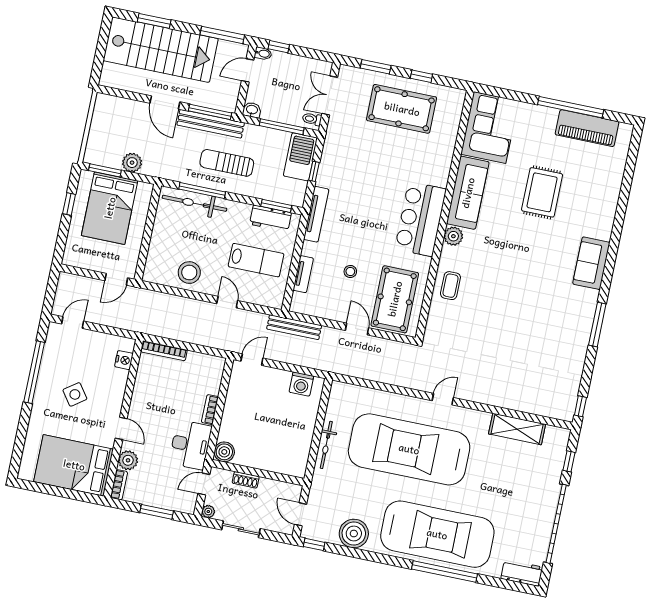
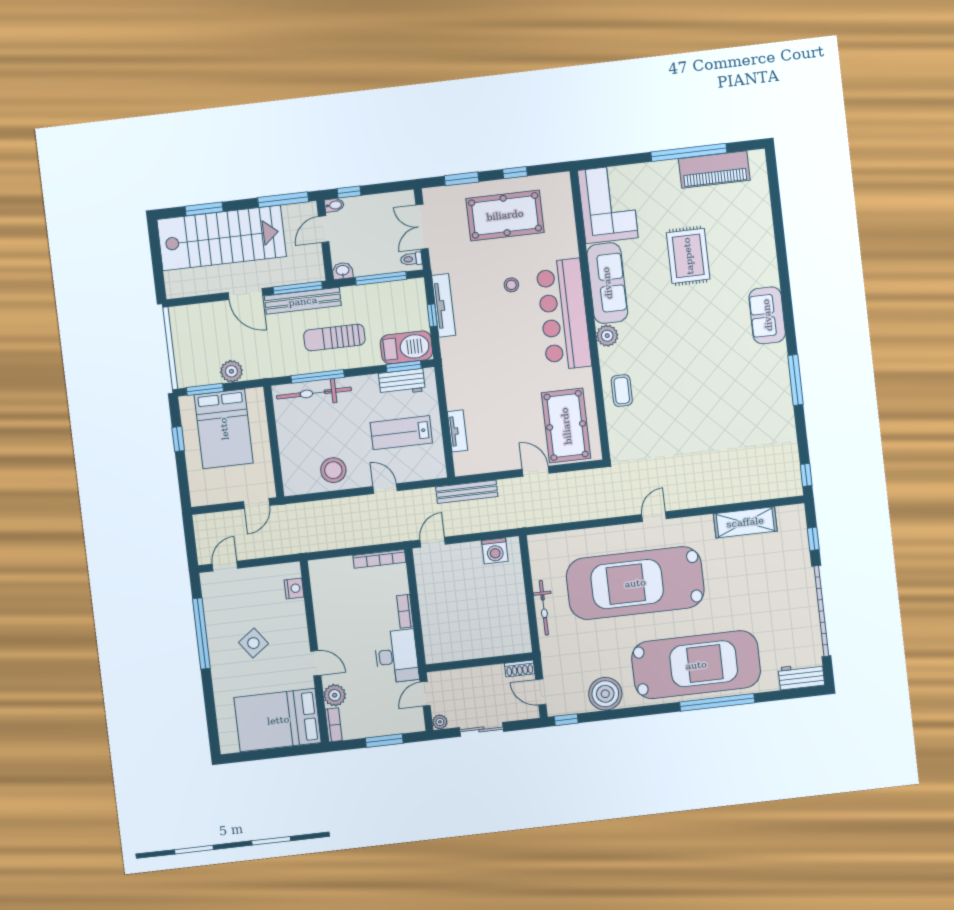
barbecue: (300, 157) -> (406, 347), moved, turned 90
tv unit: (316, 214) -> (444, 305), moved
bar counter: (421, 219) -> (564, 314), width x1.36
lab bench: (256, 260) -> (401, 433), turned 180
stool: (350, 271) -> (511, 285), moved
bookcase: (164, 351) -> (379, 559), moved
boiler: (224, 452) -> (436, 652), removed
shoe rack: (246, 480) -> (520, 669), moved

